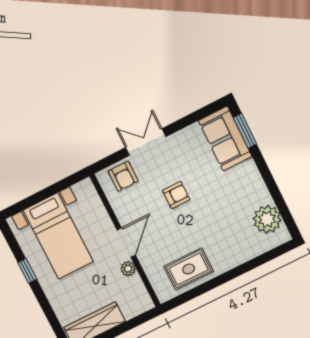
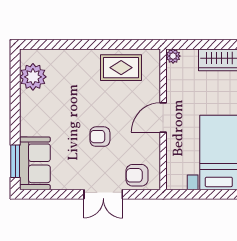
armchair: (123, 176) -> (137, 175), turned -90
plant: (128, 269) -> (173, 56), moved

